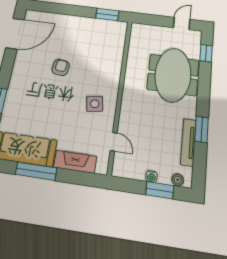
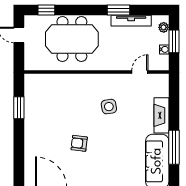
wall: (120, 94) -> (96, 72), moved
door: (114, 142) -> (140, 72), moved

